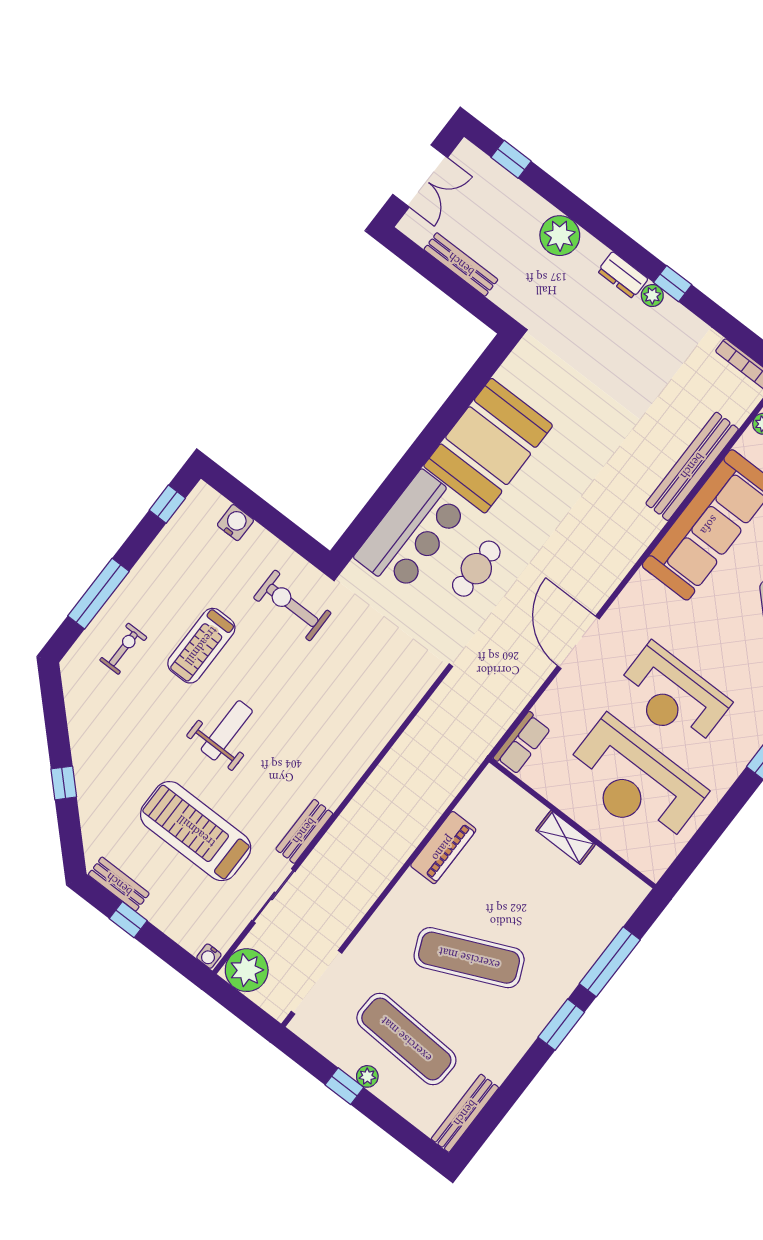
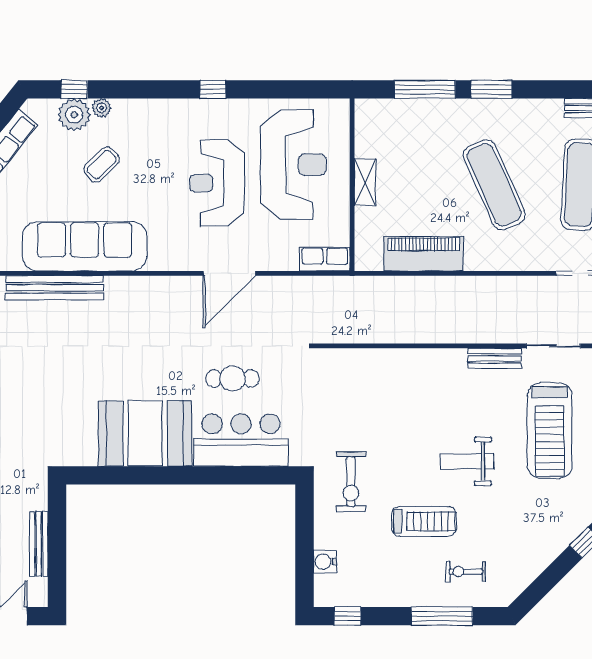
reception desk: (673, 696) -> (217, 183), turned 180
piano: (443, 848) -> (424, 254), width x1.37, depth x1.33

